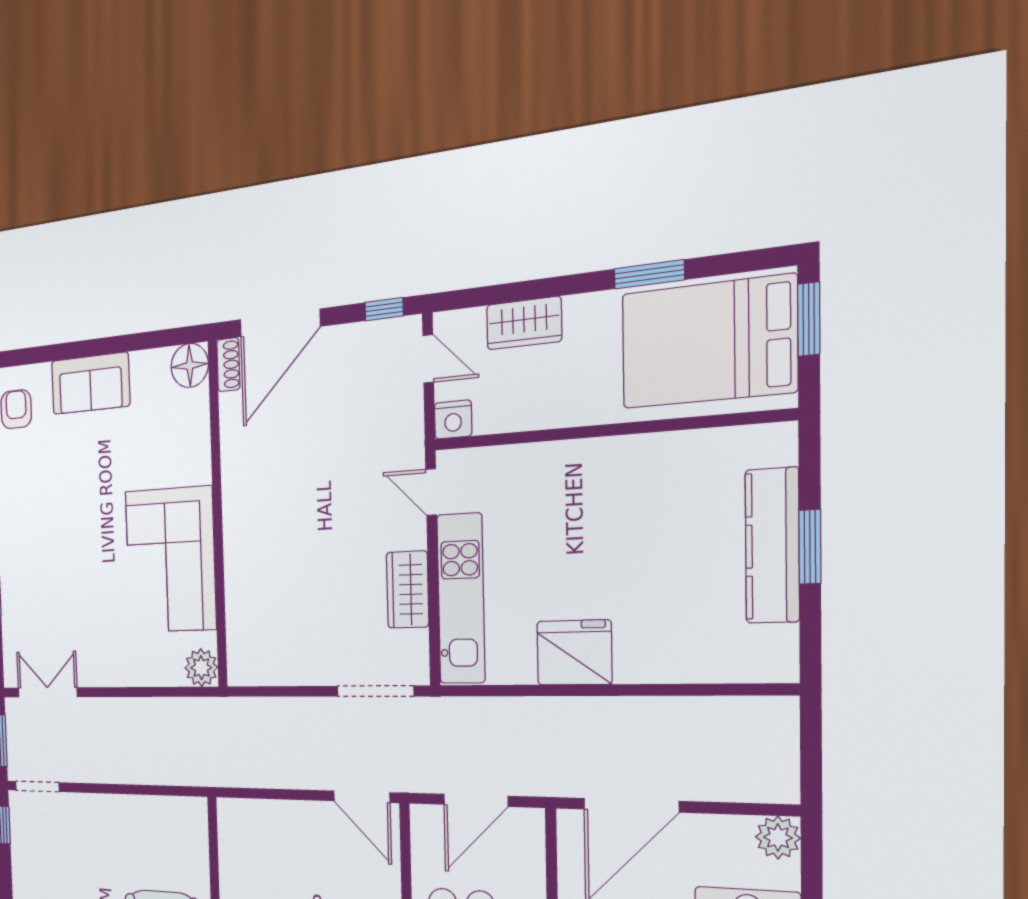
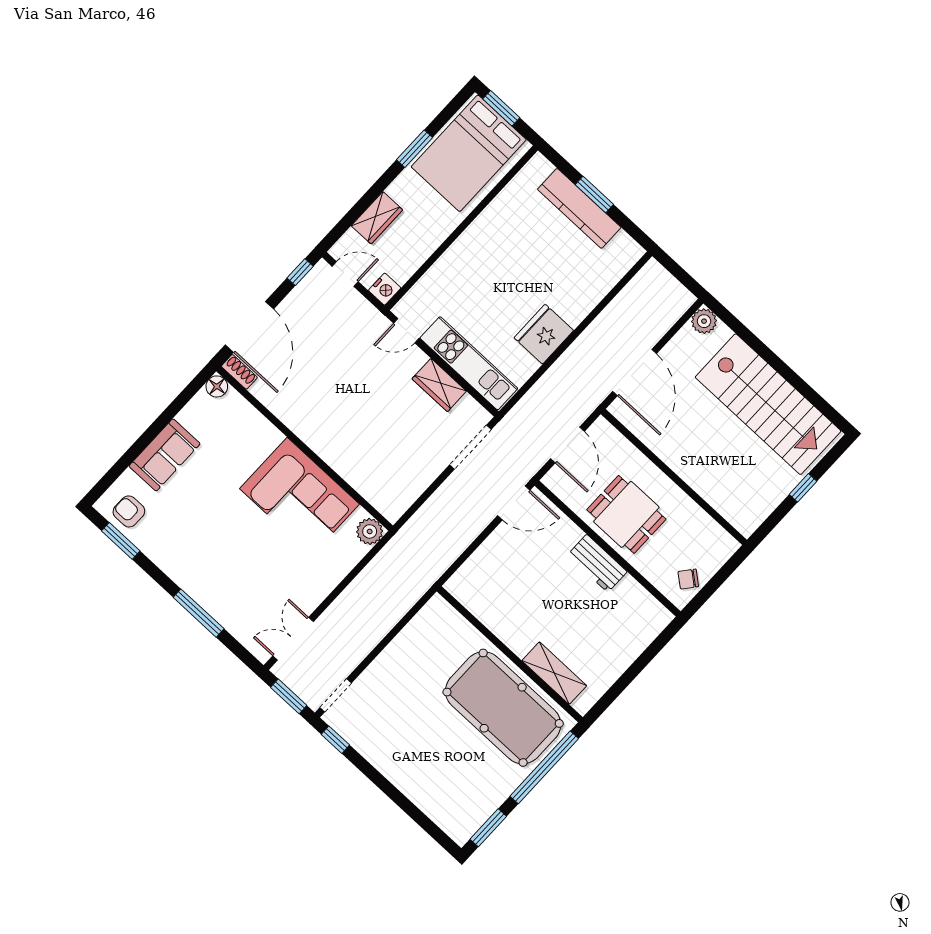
floor lamp: (190, 365) -> (217, 386), width x0.73, depth x0.73

